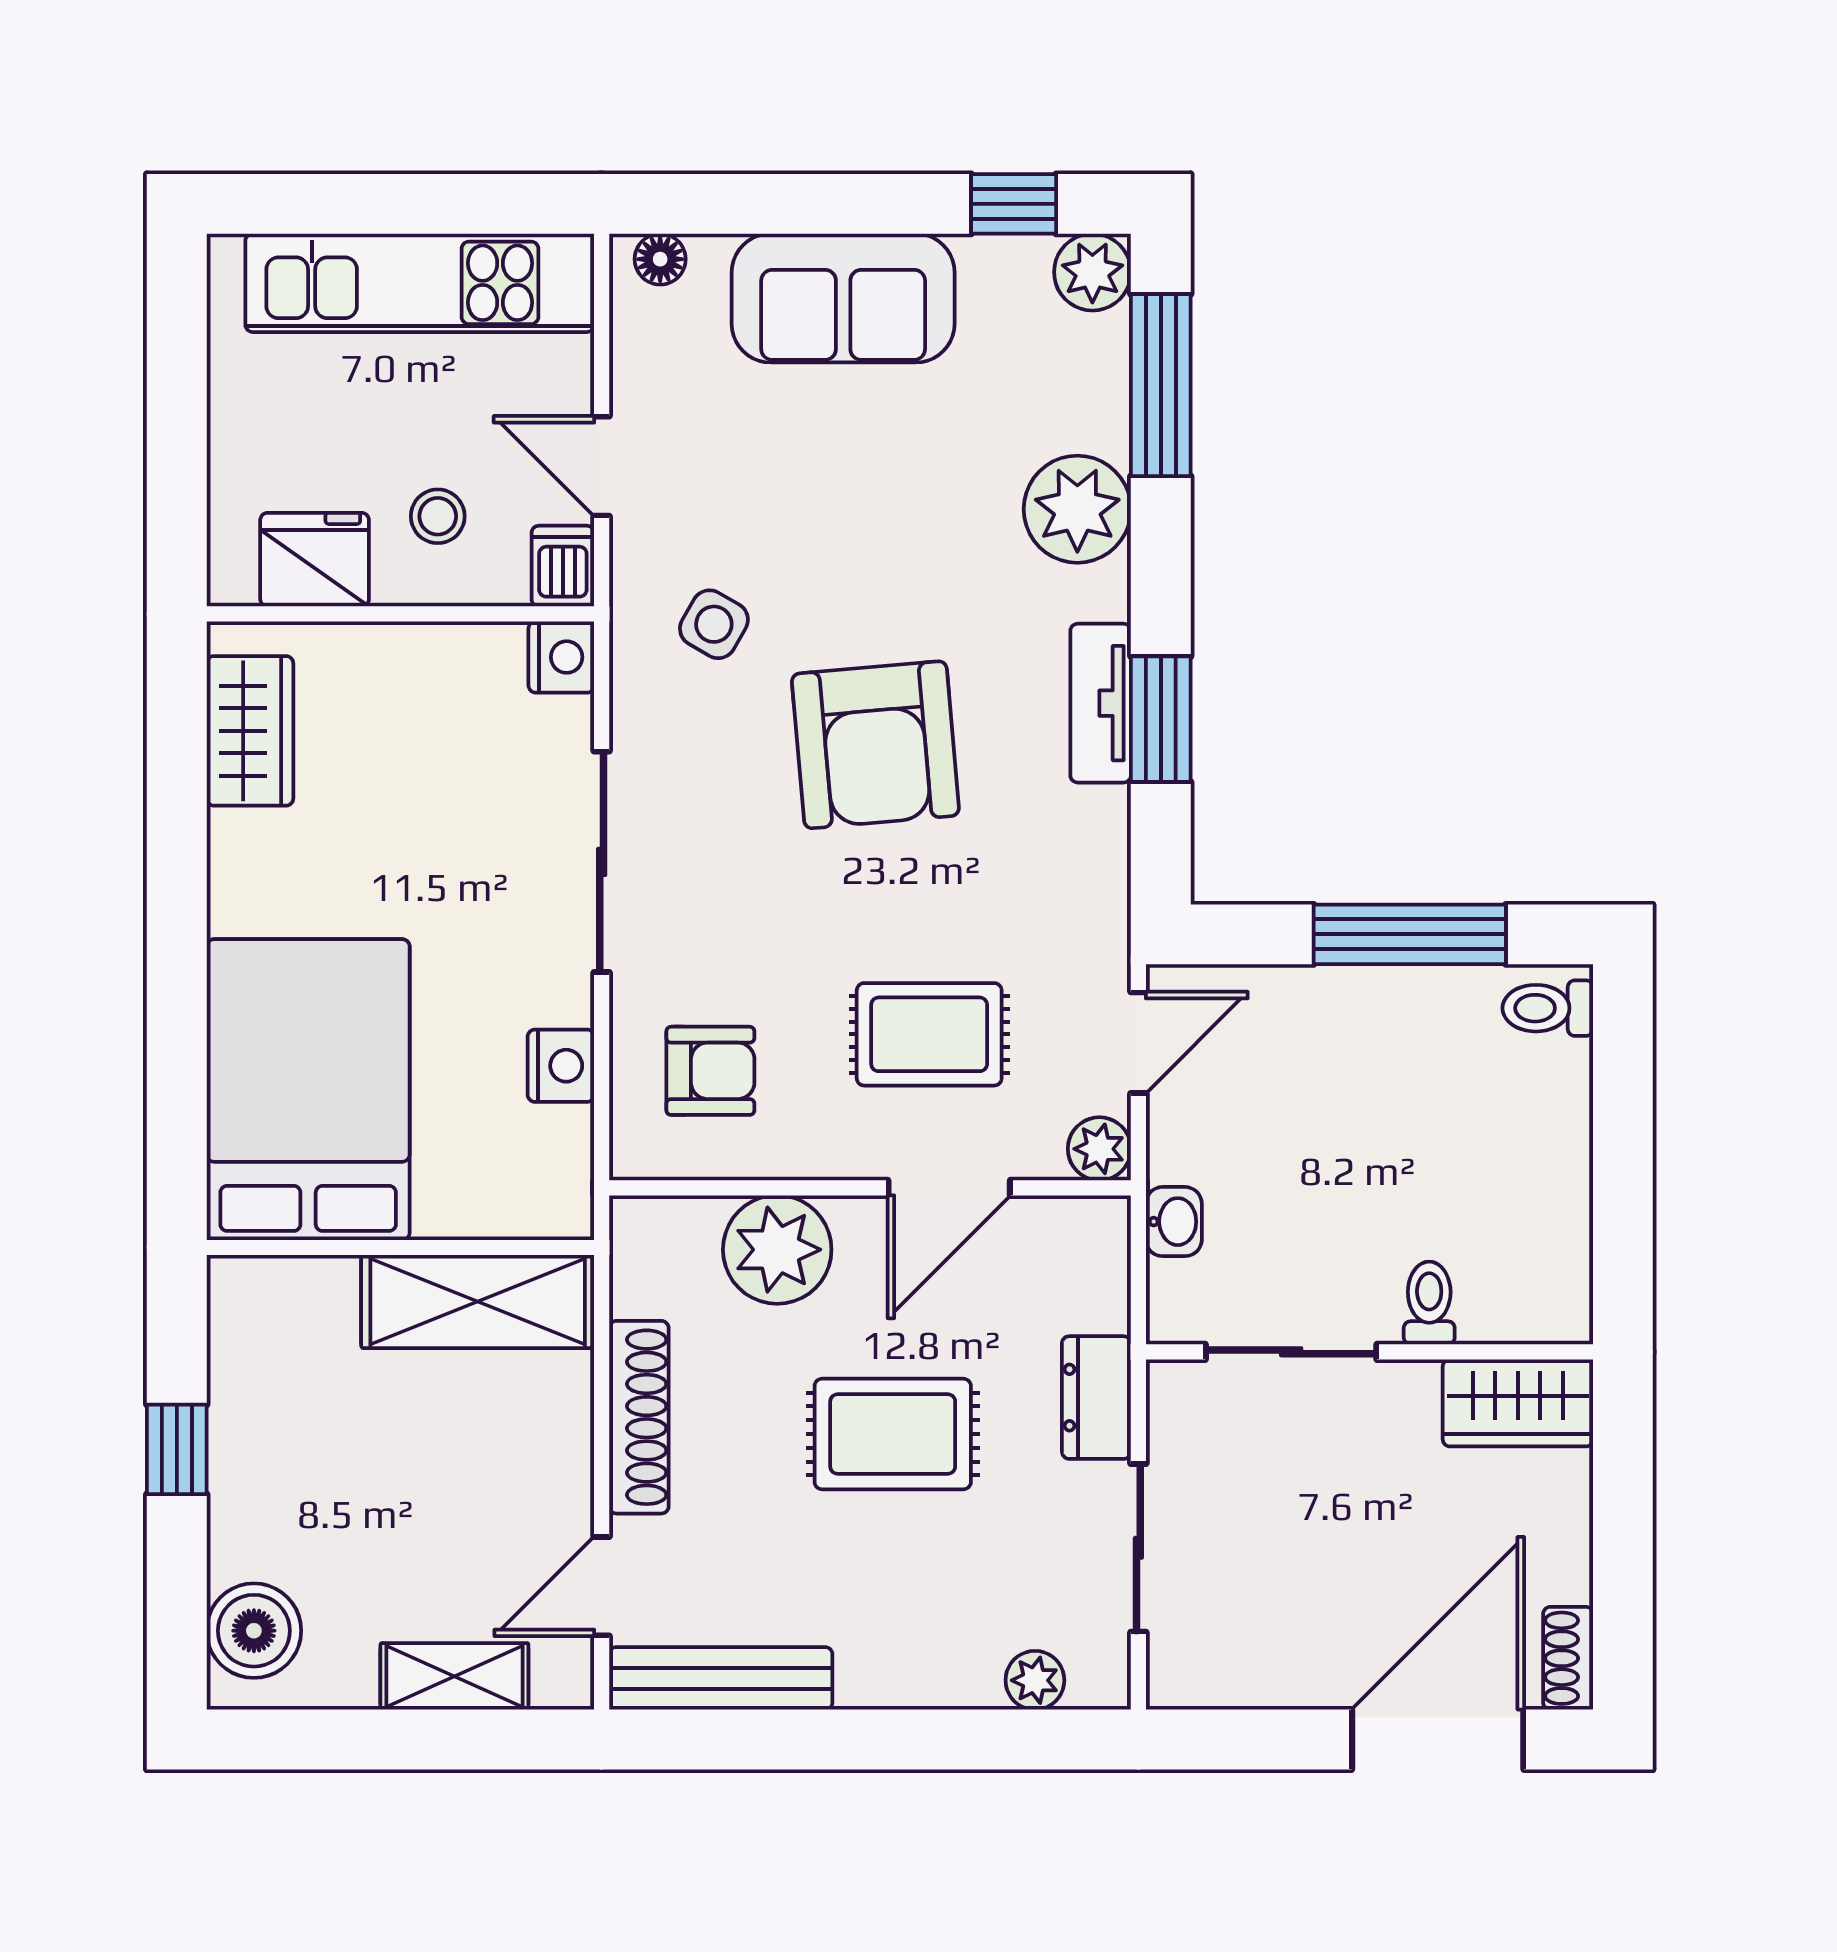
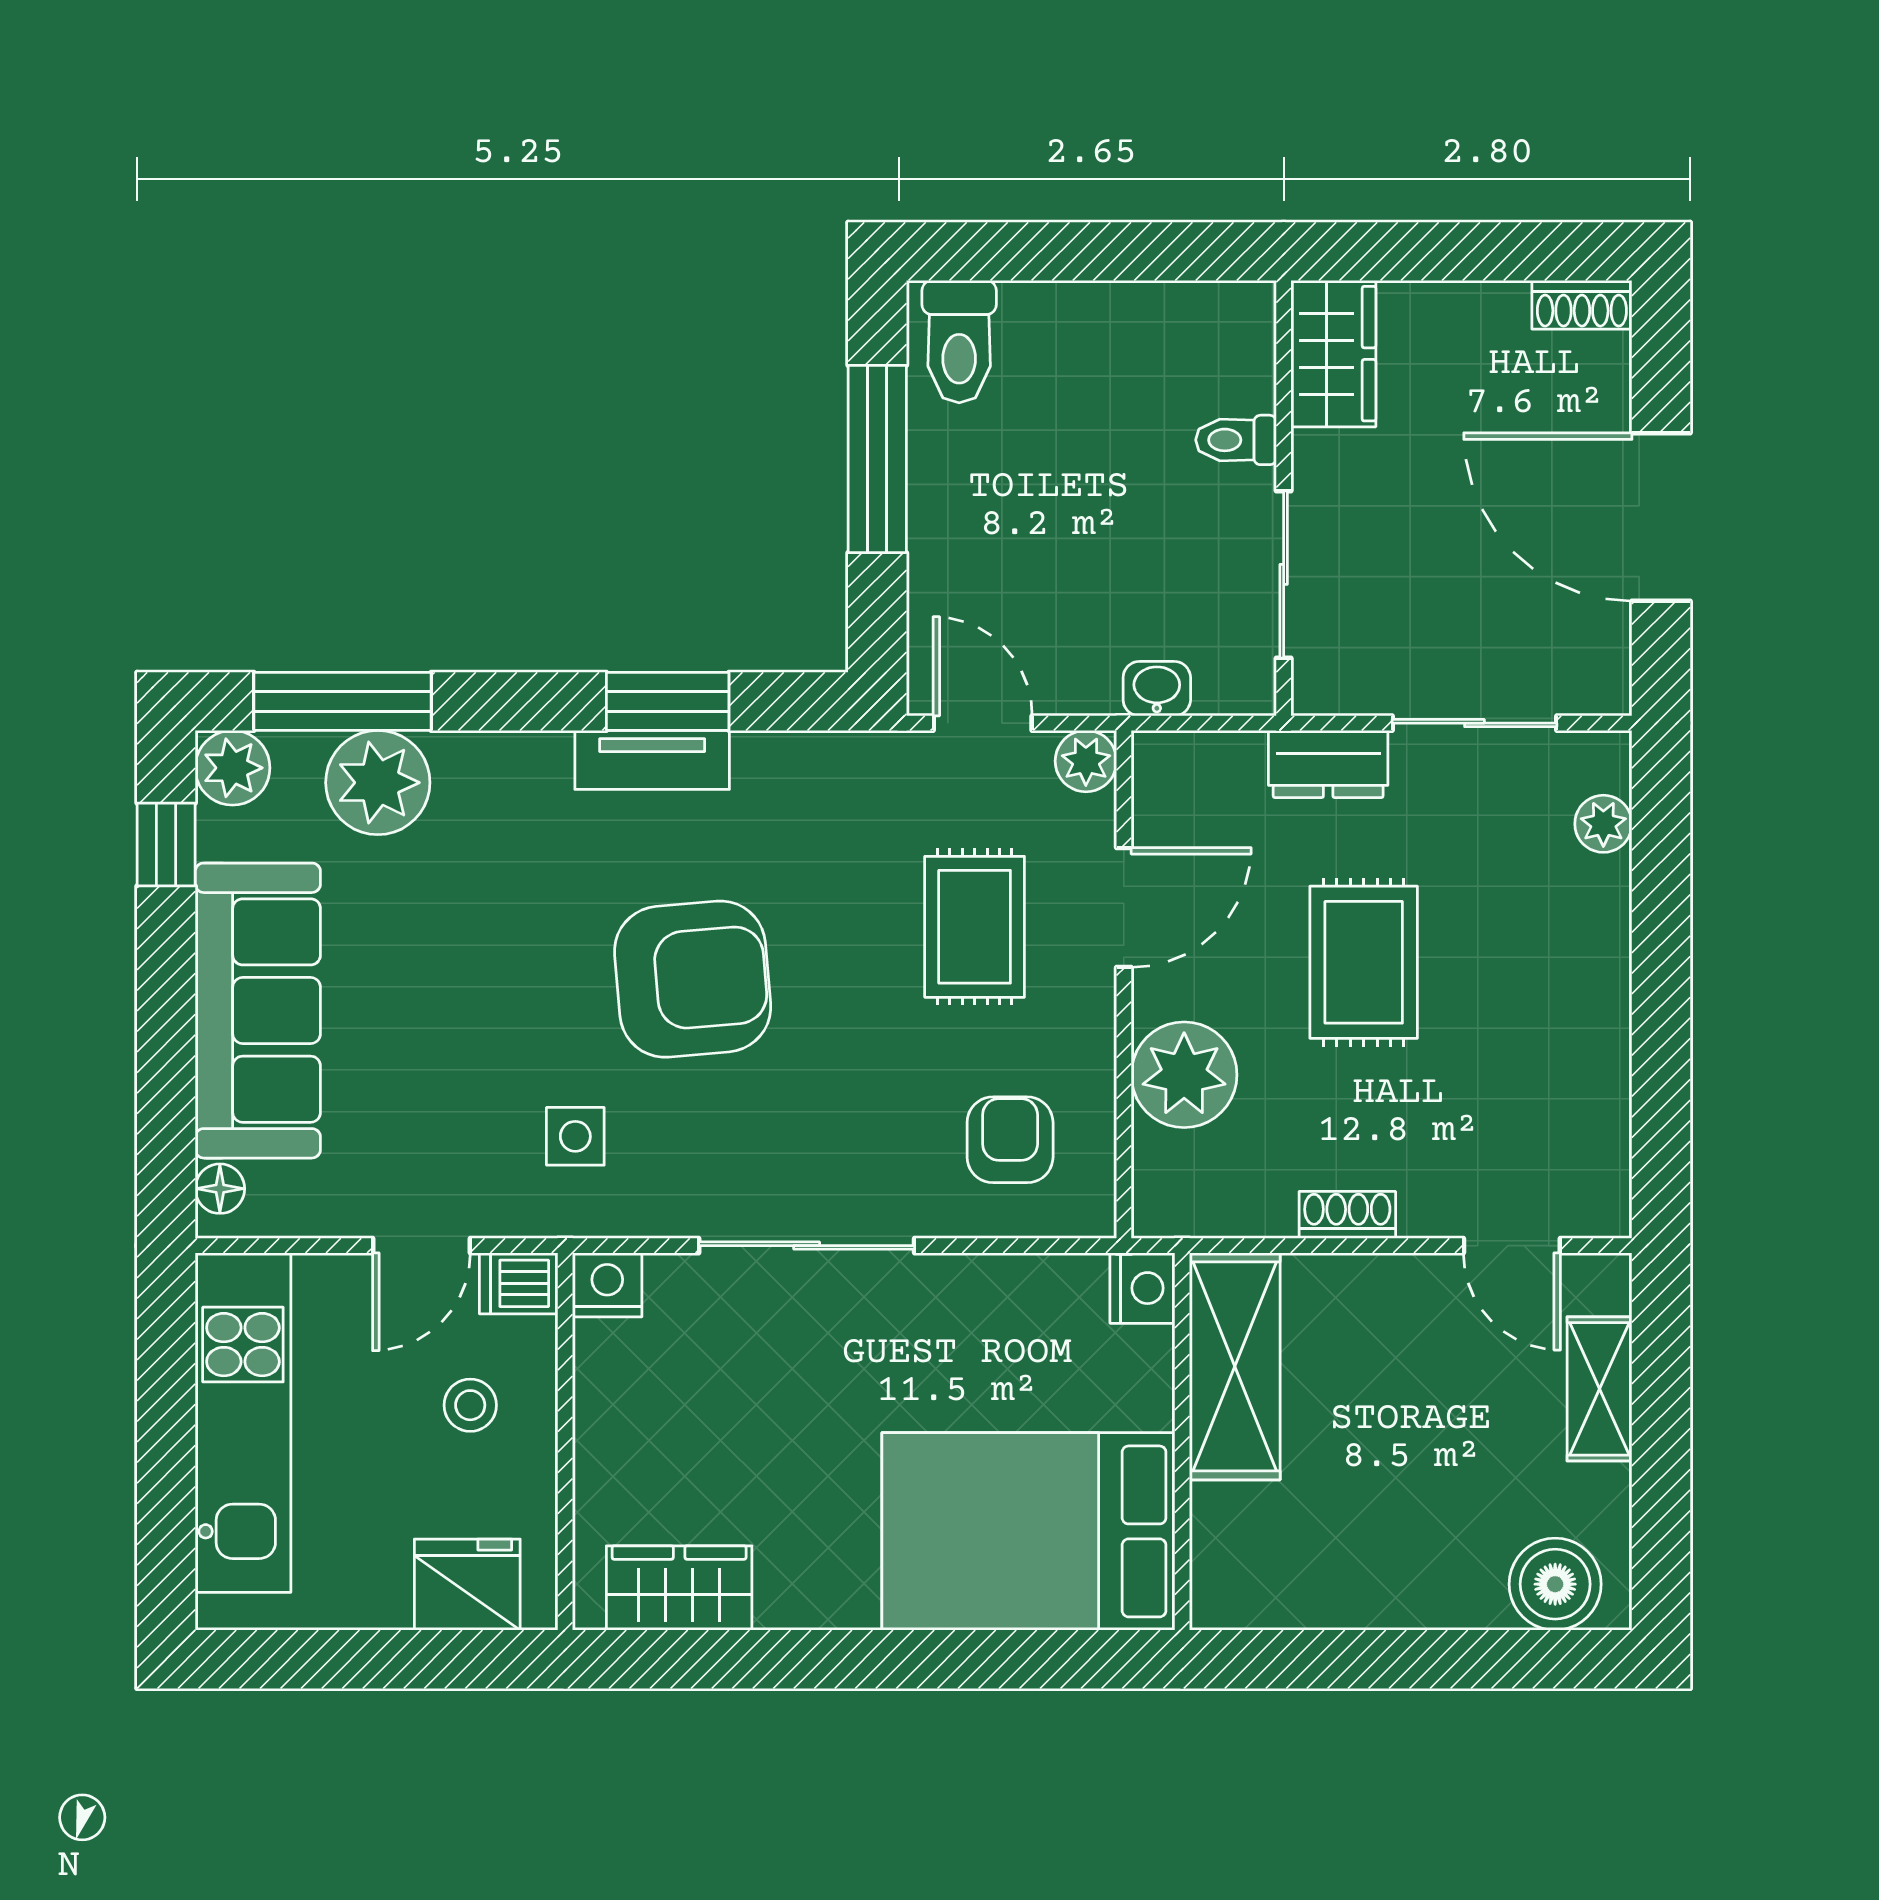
sofa: (843, 298) -> (258, 1011), width x1.36
plant: (1077, 509) -> (378, 783), moved
fridge: (315, 560) -> (467, 1585), moved, turned 90
side table: (714, 624) -> (575, 1136), turned -30
toilet: (1548, 1008) -> (959, 342), width x1.37, depth x1.39
nightstand: (561, 1066) -> (1142, 1288), moved, turned 90
door: (949, 1188) -> (1124, 907), hinge flipped
shoe rack: (639, 1417) -> (1347, 1215), width x0.51, depth x0.81
window: (177, 1449) -> (1379, 1659), removed
bench: (721, 1678) -> (1602, 1130), removed
door: (1438, 1739) -> (1661, 517), moved

